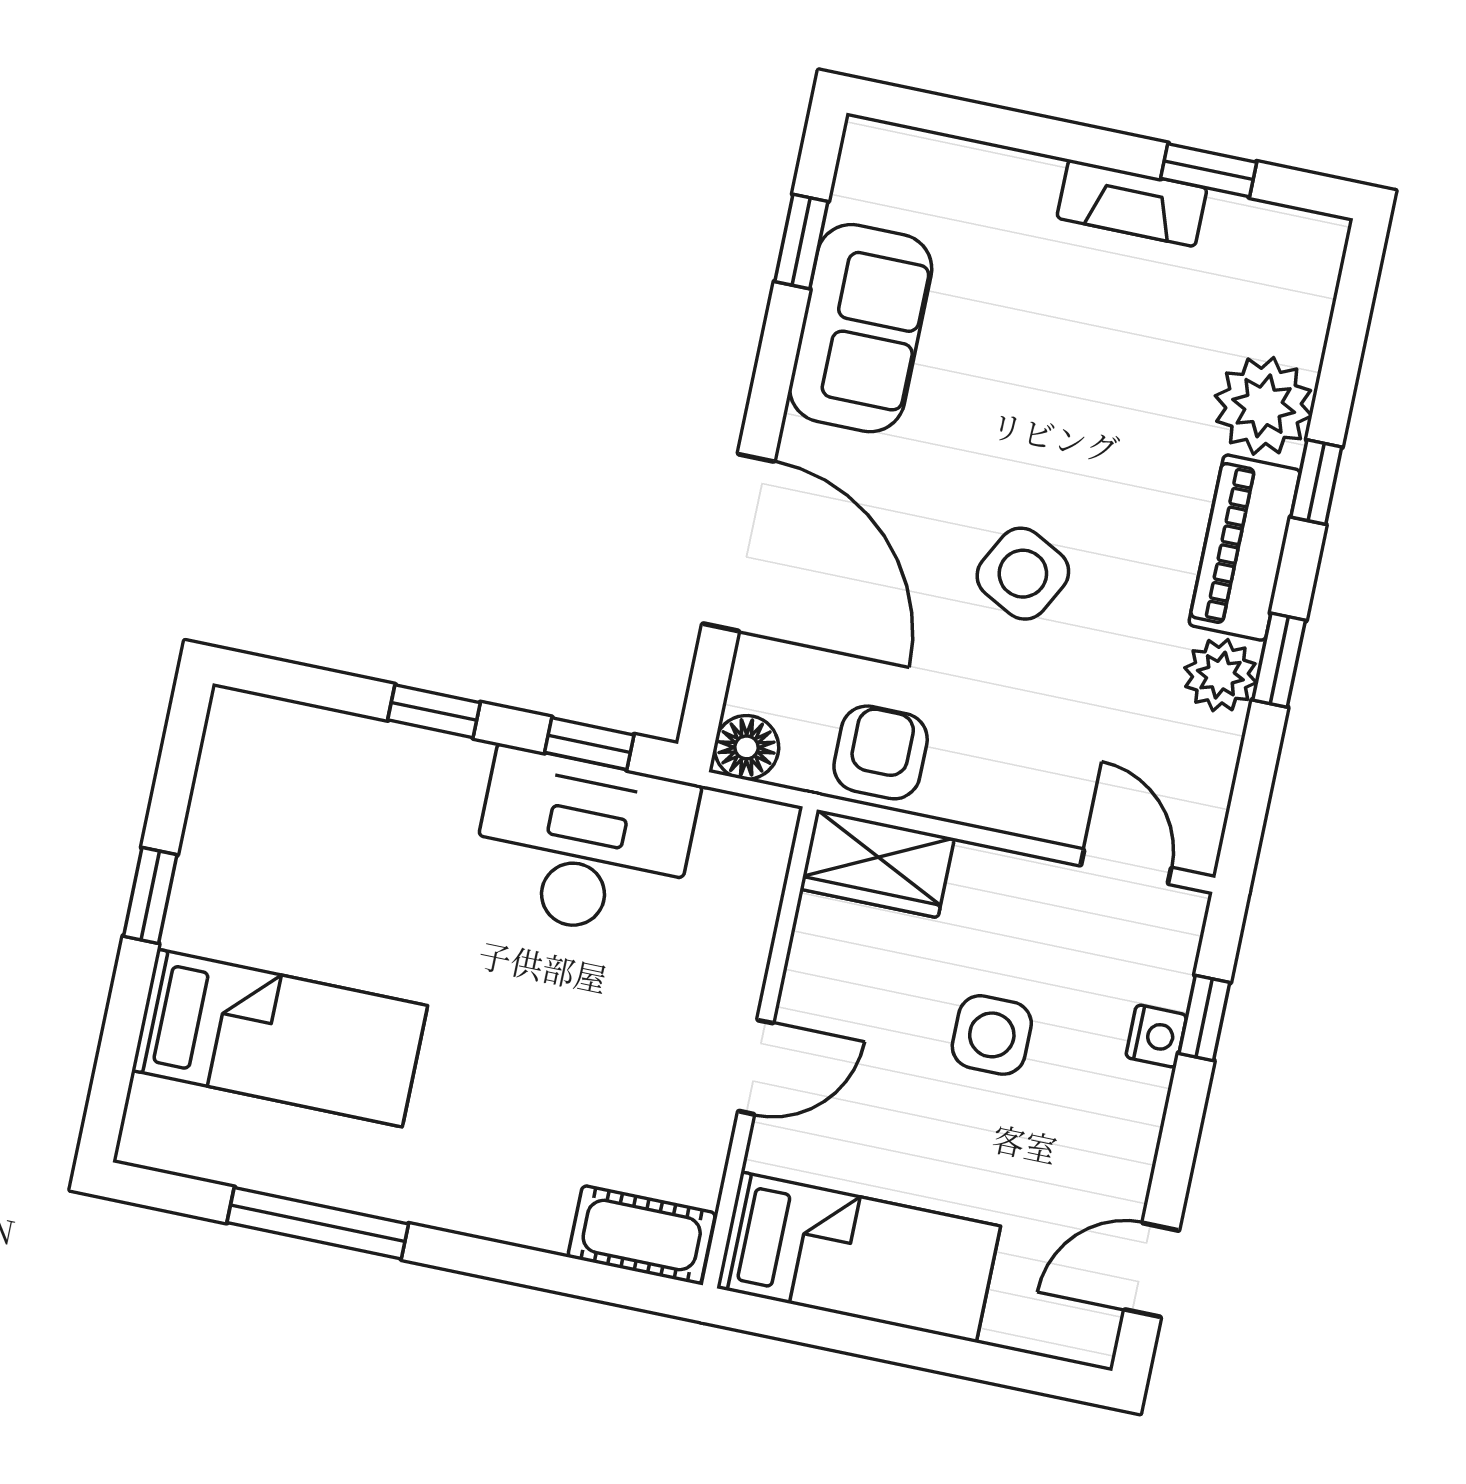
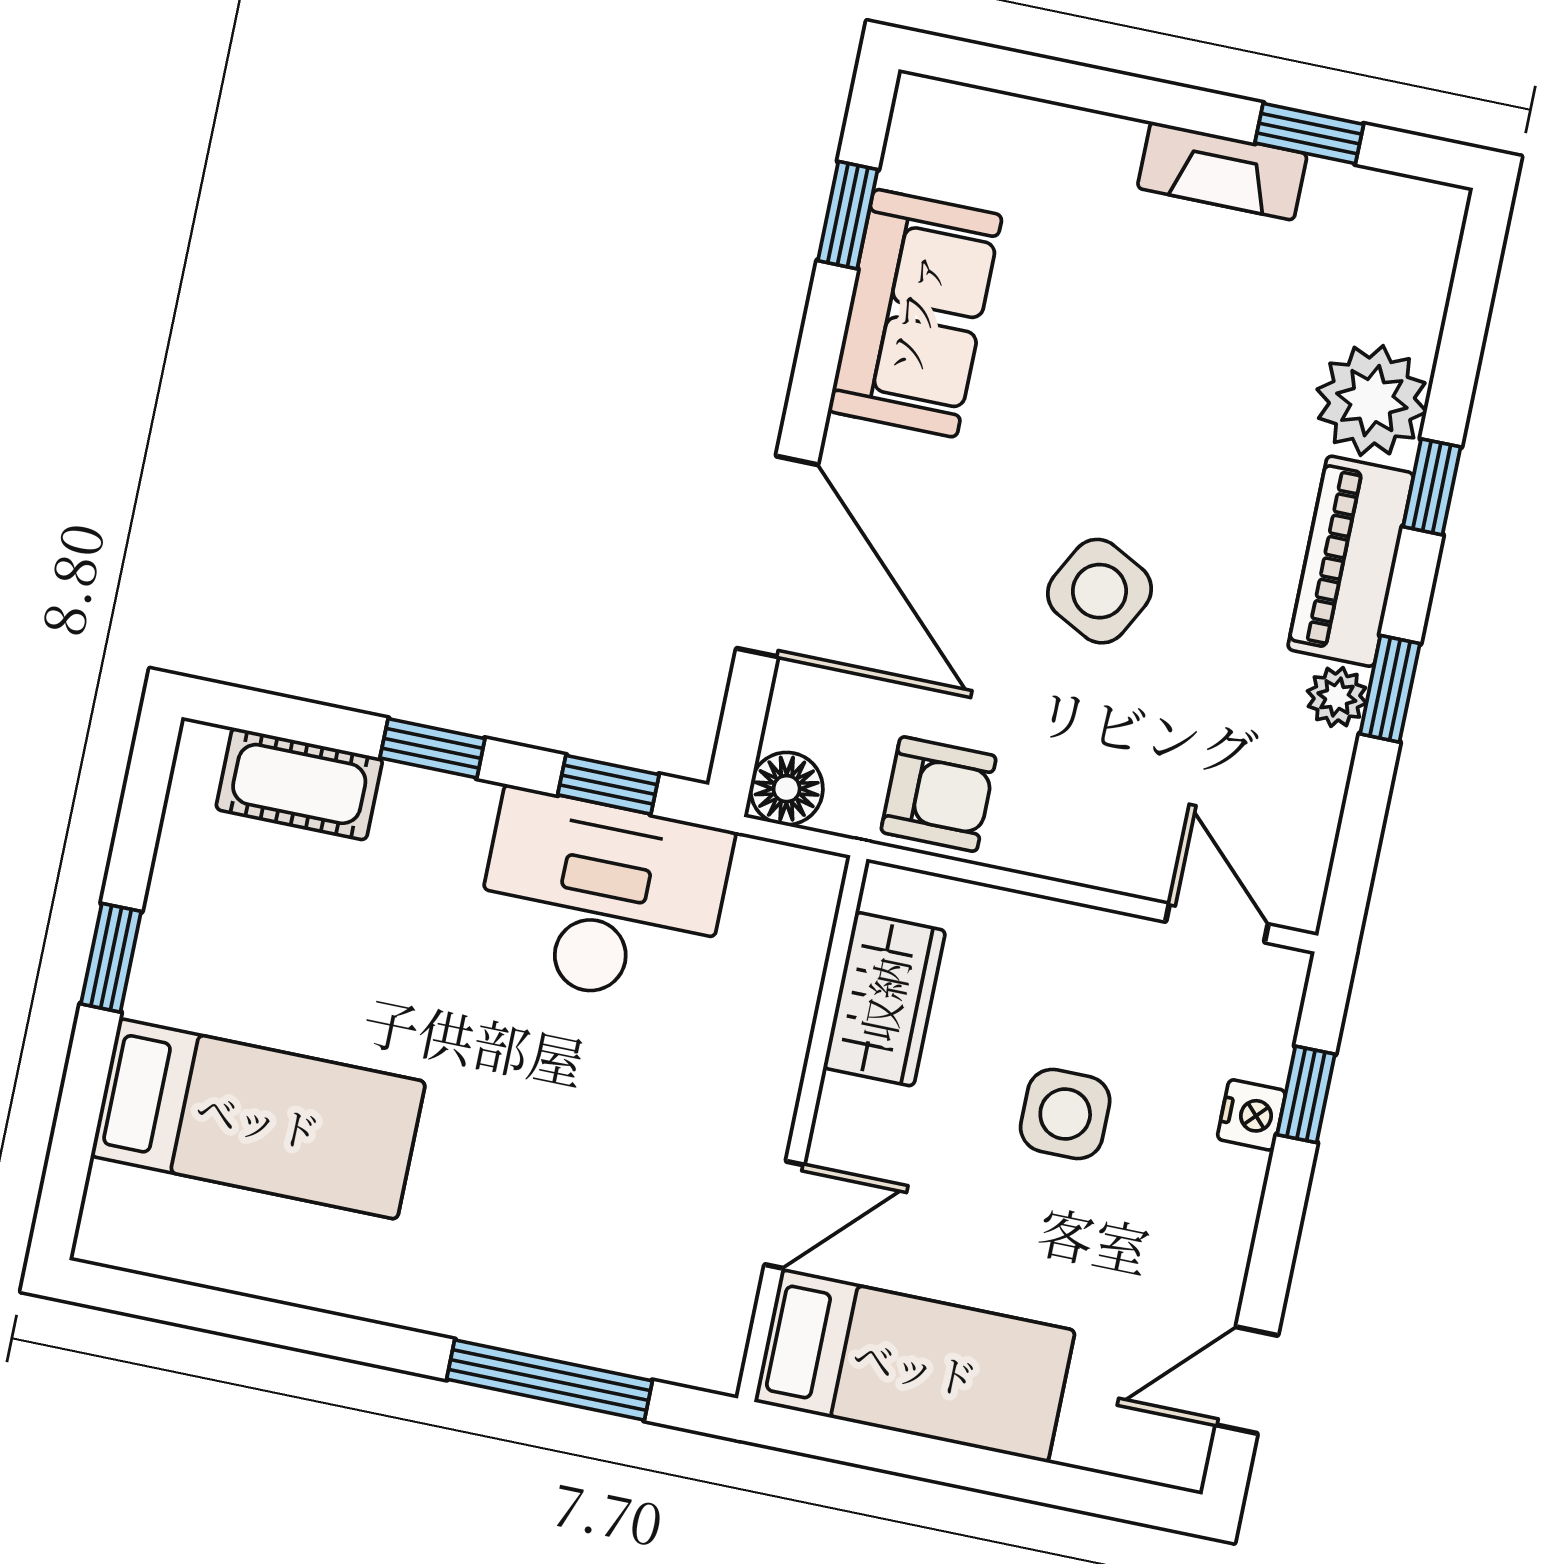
plant: (1220, 675) -> (1337, 697), width x0.73, depth x0.73
armchair: (881, 752) -> (939, 794), turned 90
wardrobe: (877, 864) -> (884, 999), moved, turned -90
door: (756, 1067) -> (784, 1215), moved
window: (318, 1223) -> (550, 1380), moved
cot: (642, 1235) -> (299, 784), moved

